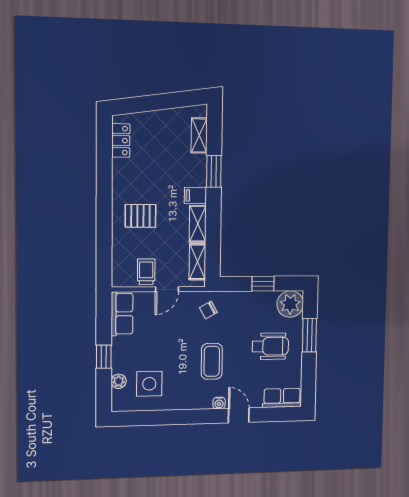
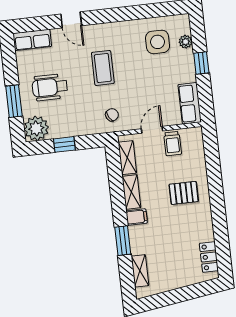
water cooler: (219, 403) -> (91, 30), removed

